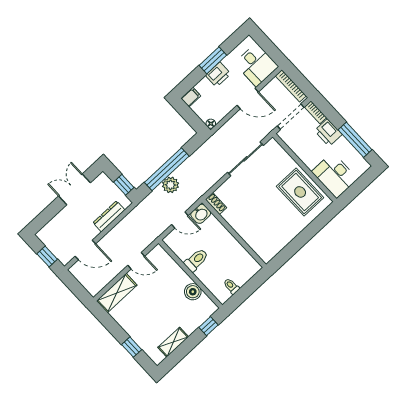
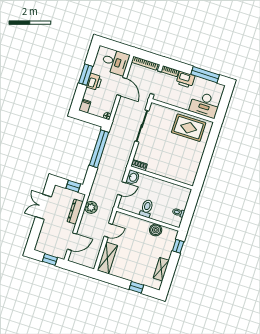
door: (248, 99) -> (122, 87), hinge flipped
window: (167, 169) -> (99, 149), moved
plant: (170, 185) -> (91, 207), moved

